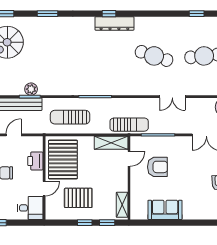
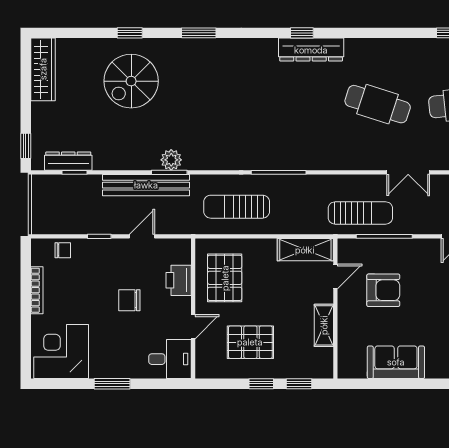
sun lounger: (129, 125) -> (360, 213), moved
pallet: (63, 160) -> (225, 278), width x0.73, depth x0.71
shelving: (122, 205) -> (324, 325), moved

